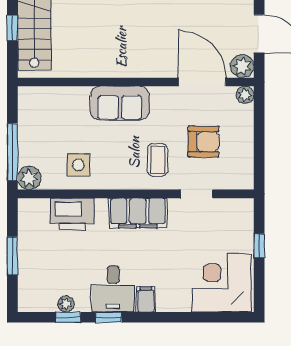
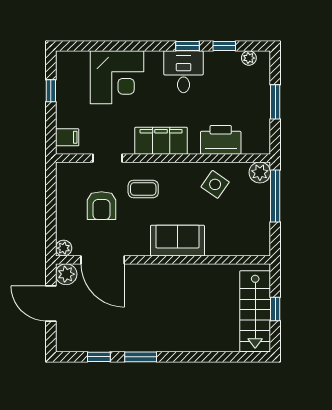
armchair: (203, 142) -> (101, 206), turned -90
coffee table: (158, 160) -> (143, 189), turned 90
side table: (78, 165) -> (215, 184), turned 35
window: (259, 246) -> (51, 91), moved
corner desk: (222, 283) -> (117, 77), moved
filing cabinet: (146, 299) -> (67, 137), moved, turned -90
plant: (66, 304) -> (249, 58), moved

